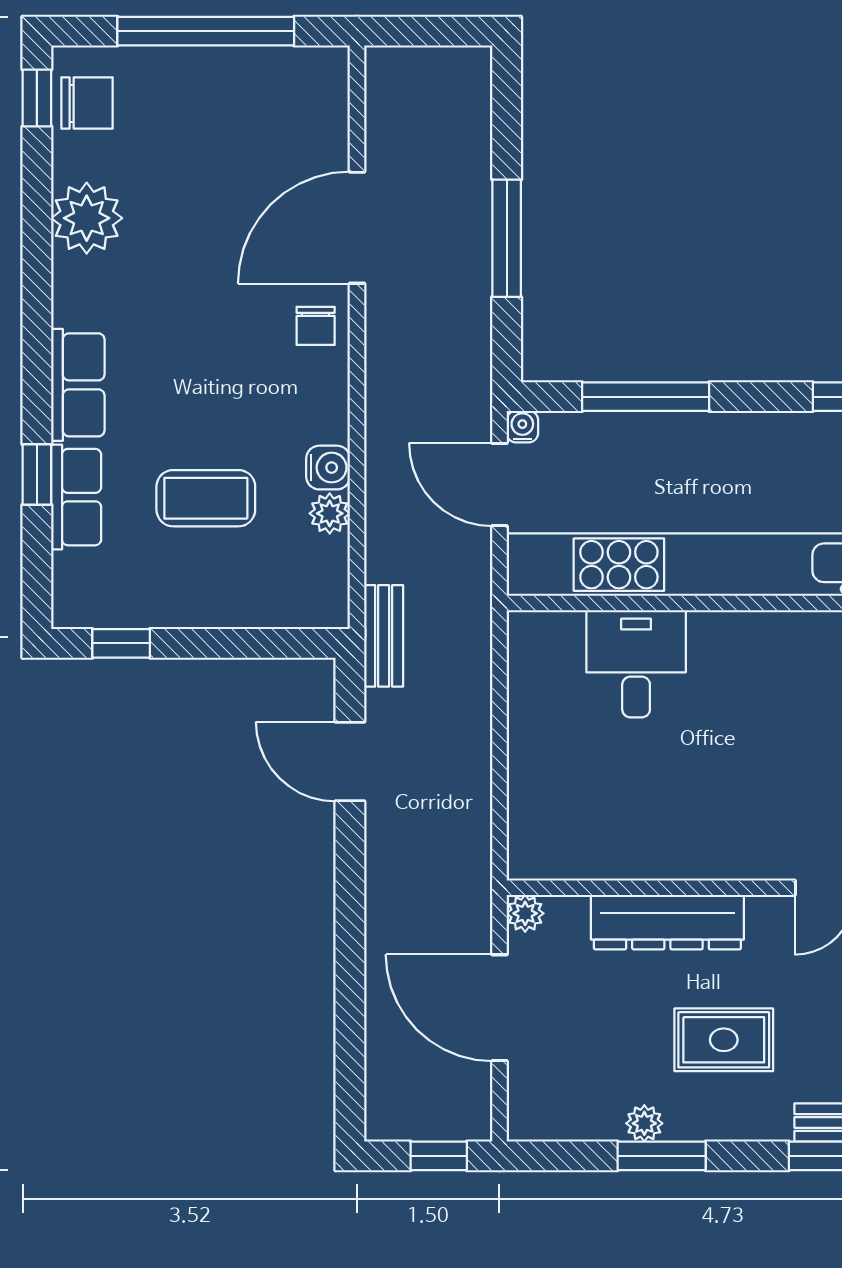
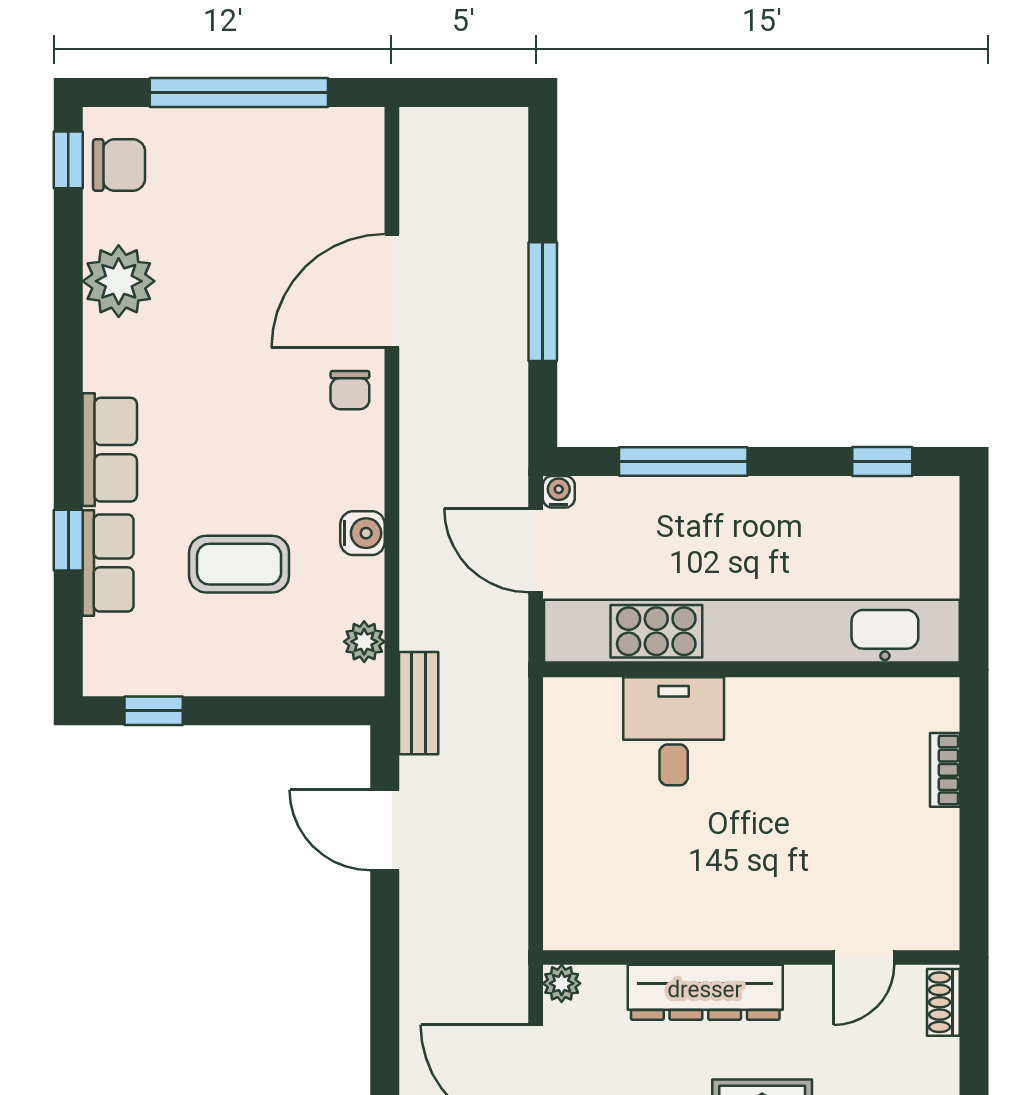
plant: (330, 513) -> (364, 642), moved

